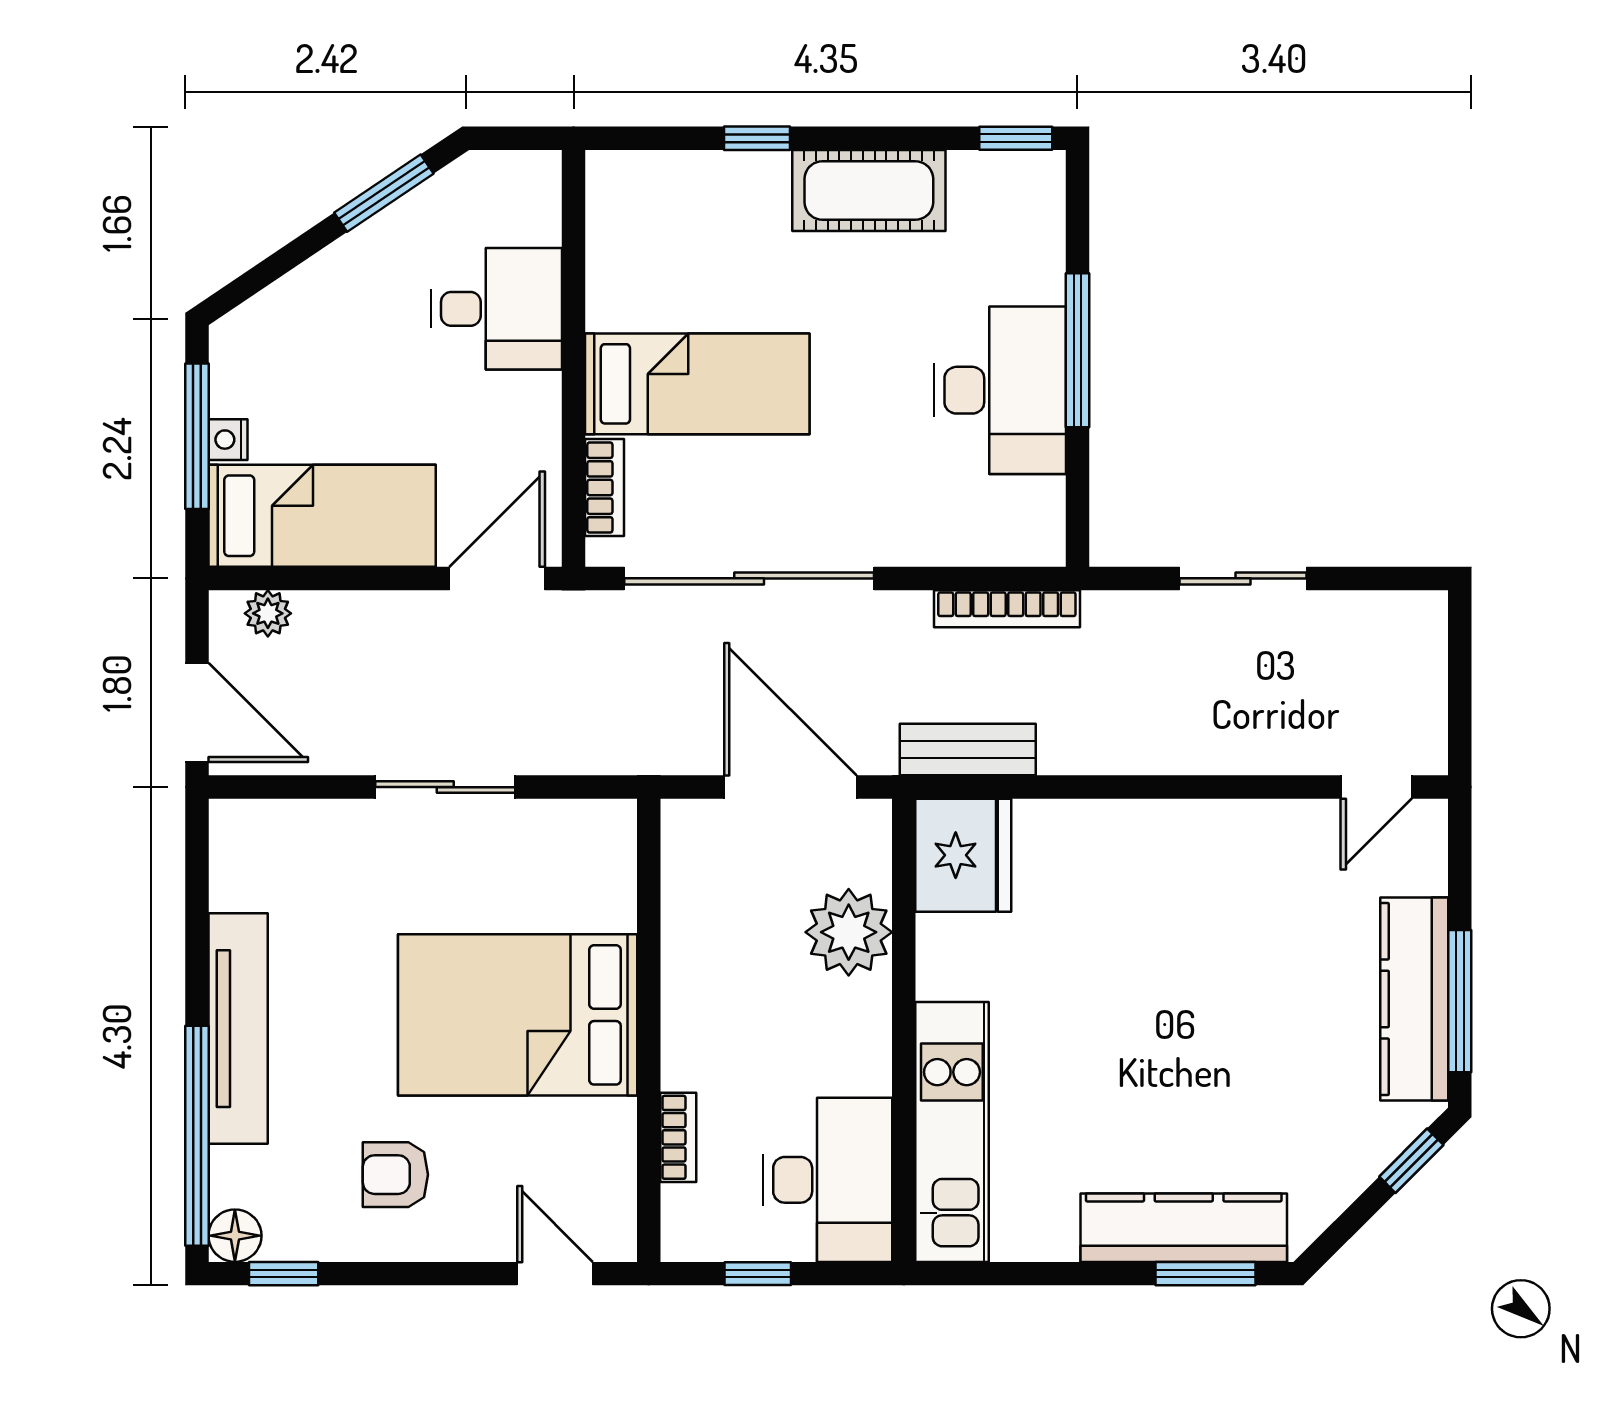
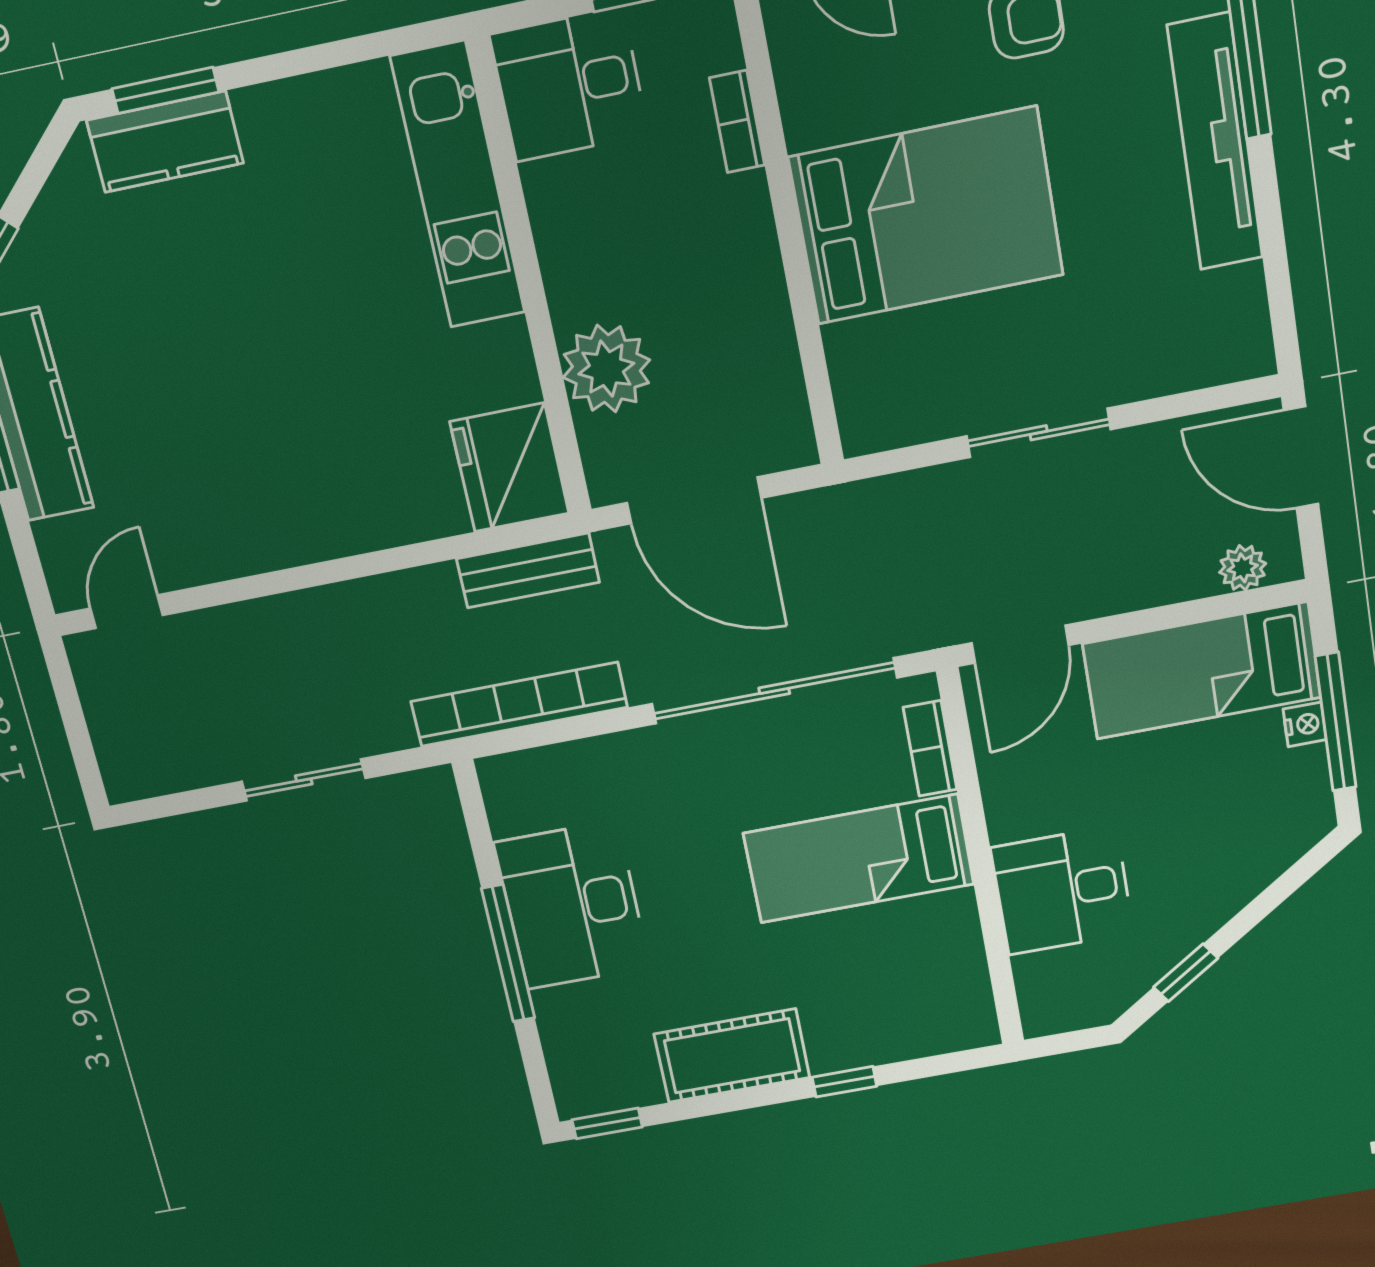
window: (384, 193) -> (1186, 973), width x0.67
bookcase: (1007, 609) -> (519, 704), width x1.48, depth x1.31
desk: (828, 1180) -> (569, 85), width x0.73
kitchen counter: (1184, 1228) -> (165, 142), width x0.67

